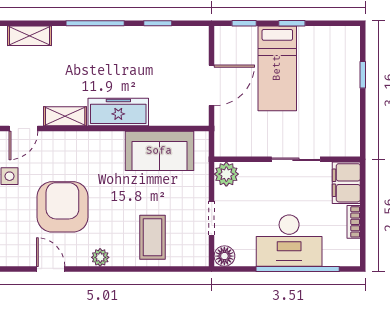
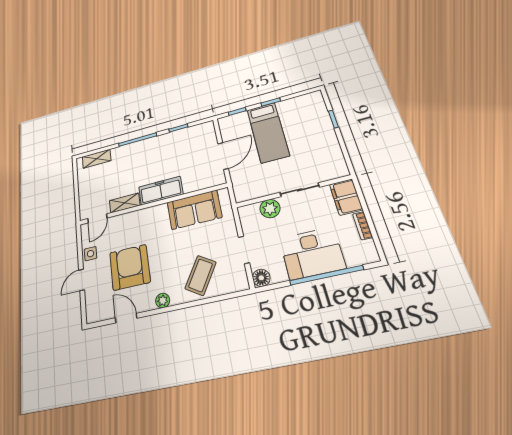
plant: (226, 174) -> (270, 209), moved
coffee table: (153, 237) -> (201, 275), turned 32

